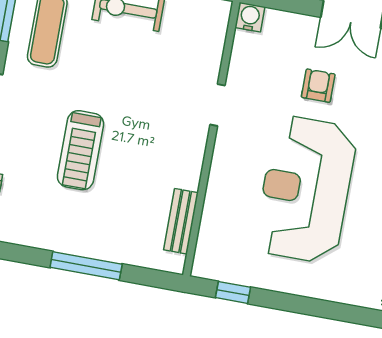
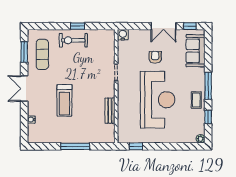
reception desk: (306, 189) -> (158, 100), turned 180
bench: (181, 221) -> (110, 111), moved

